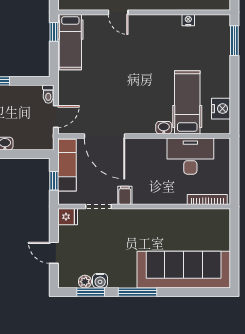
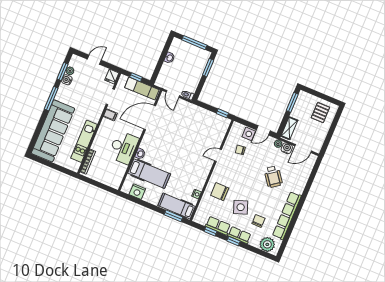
hospital bed: (70, 42) -> (177, 206), moved
desk: (190, 156) -> (123, 148), moved
kitchen unit: (180, 218) -> (84, 141), added

